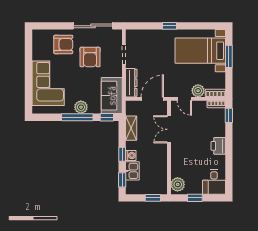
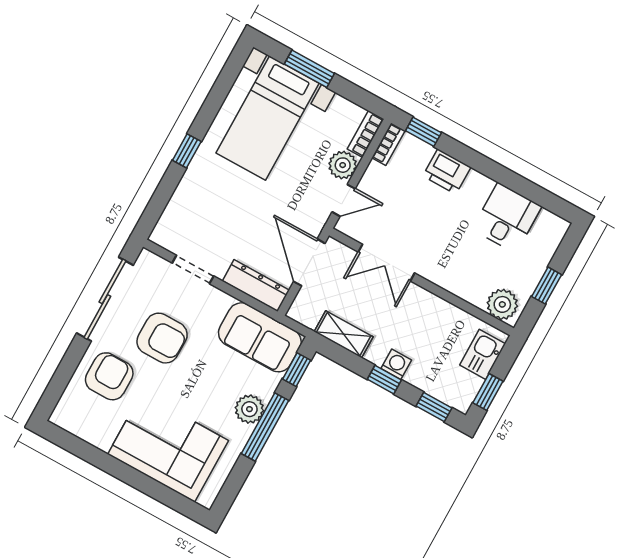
printer: (218, 146) -> (447, 172), moved
kitchen sink: (132, 171) -> (483, 354), moved, turned -90
desk: (214, 182) -> (507, 218), moved, turned -90
window: (153, 198) -> (488, 392), moved

